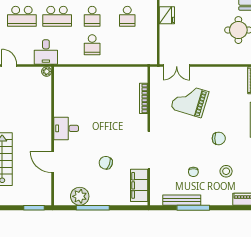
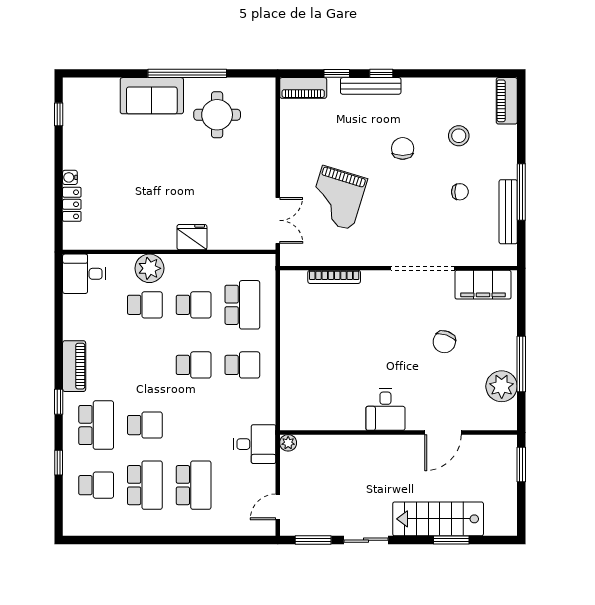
school desk: (57, 16) -> (242, 305), moved

